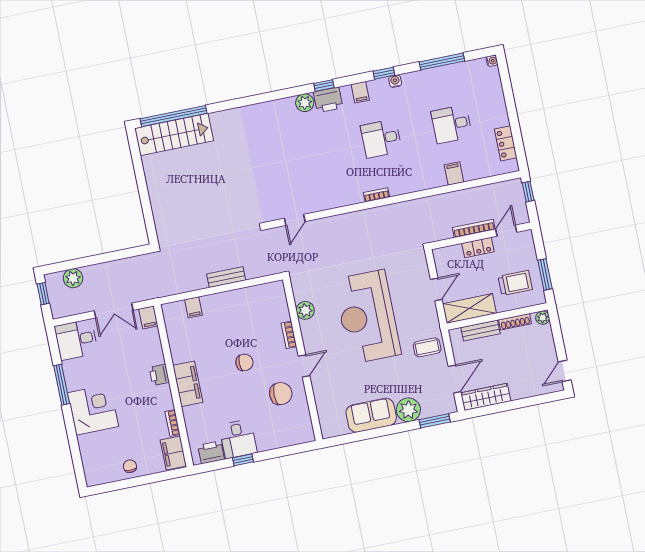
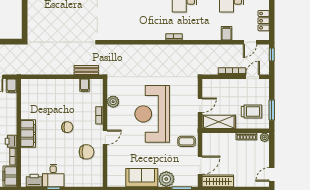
door: (295, 220) -> (250, 42), moved
locker: (478, 248) -> (232, 84), removed
bench: (226, 277) -> (86, 70), moved
filing cabinet: (194, 307) -> (85, 85), moved
bench: (481, 331) -> (223, 138), removed
printer: (159, 375) -> (11, 141), moved

